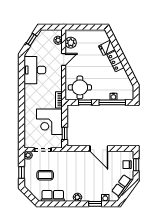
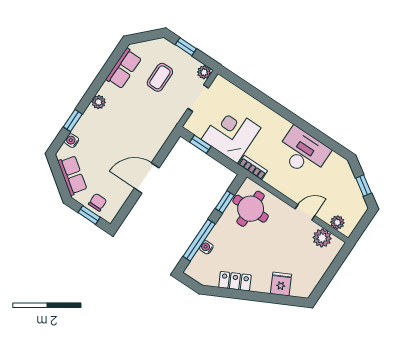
door: (64, 59) -> (305, 212), swing flipped
locker: (116, 61) -> (235, 281), moved
desk: (35, 70) -> (303, 152), moved

